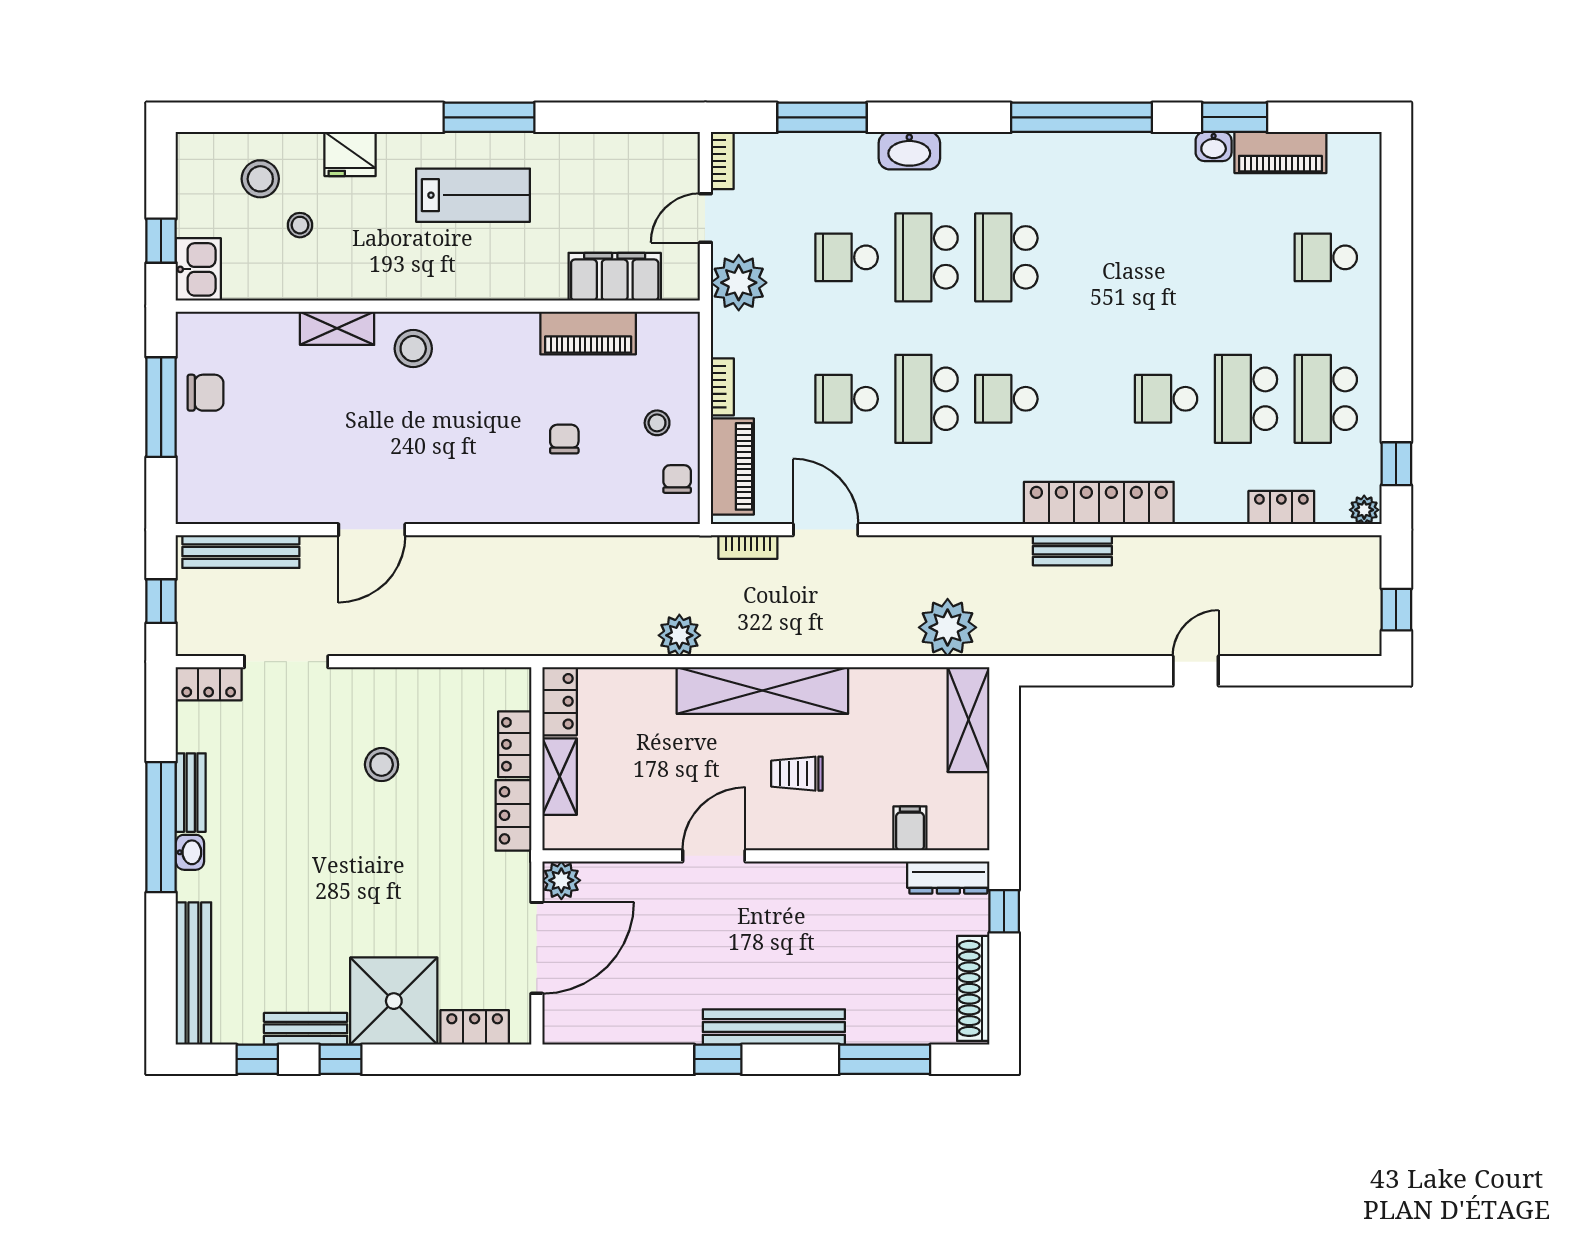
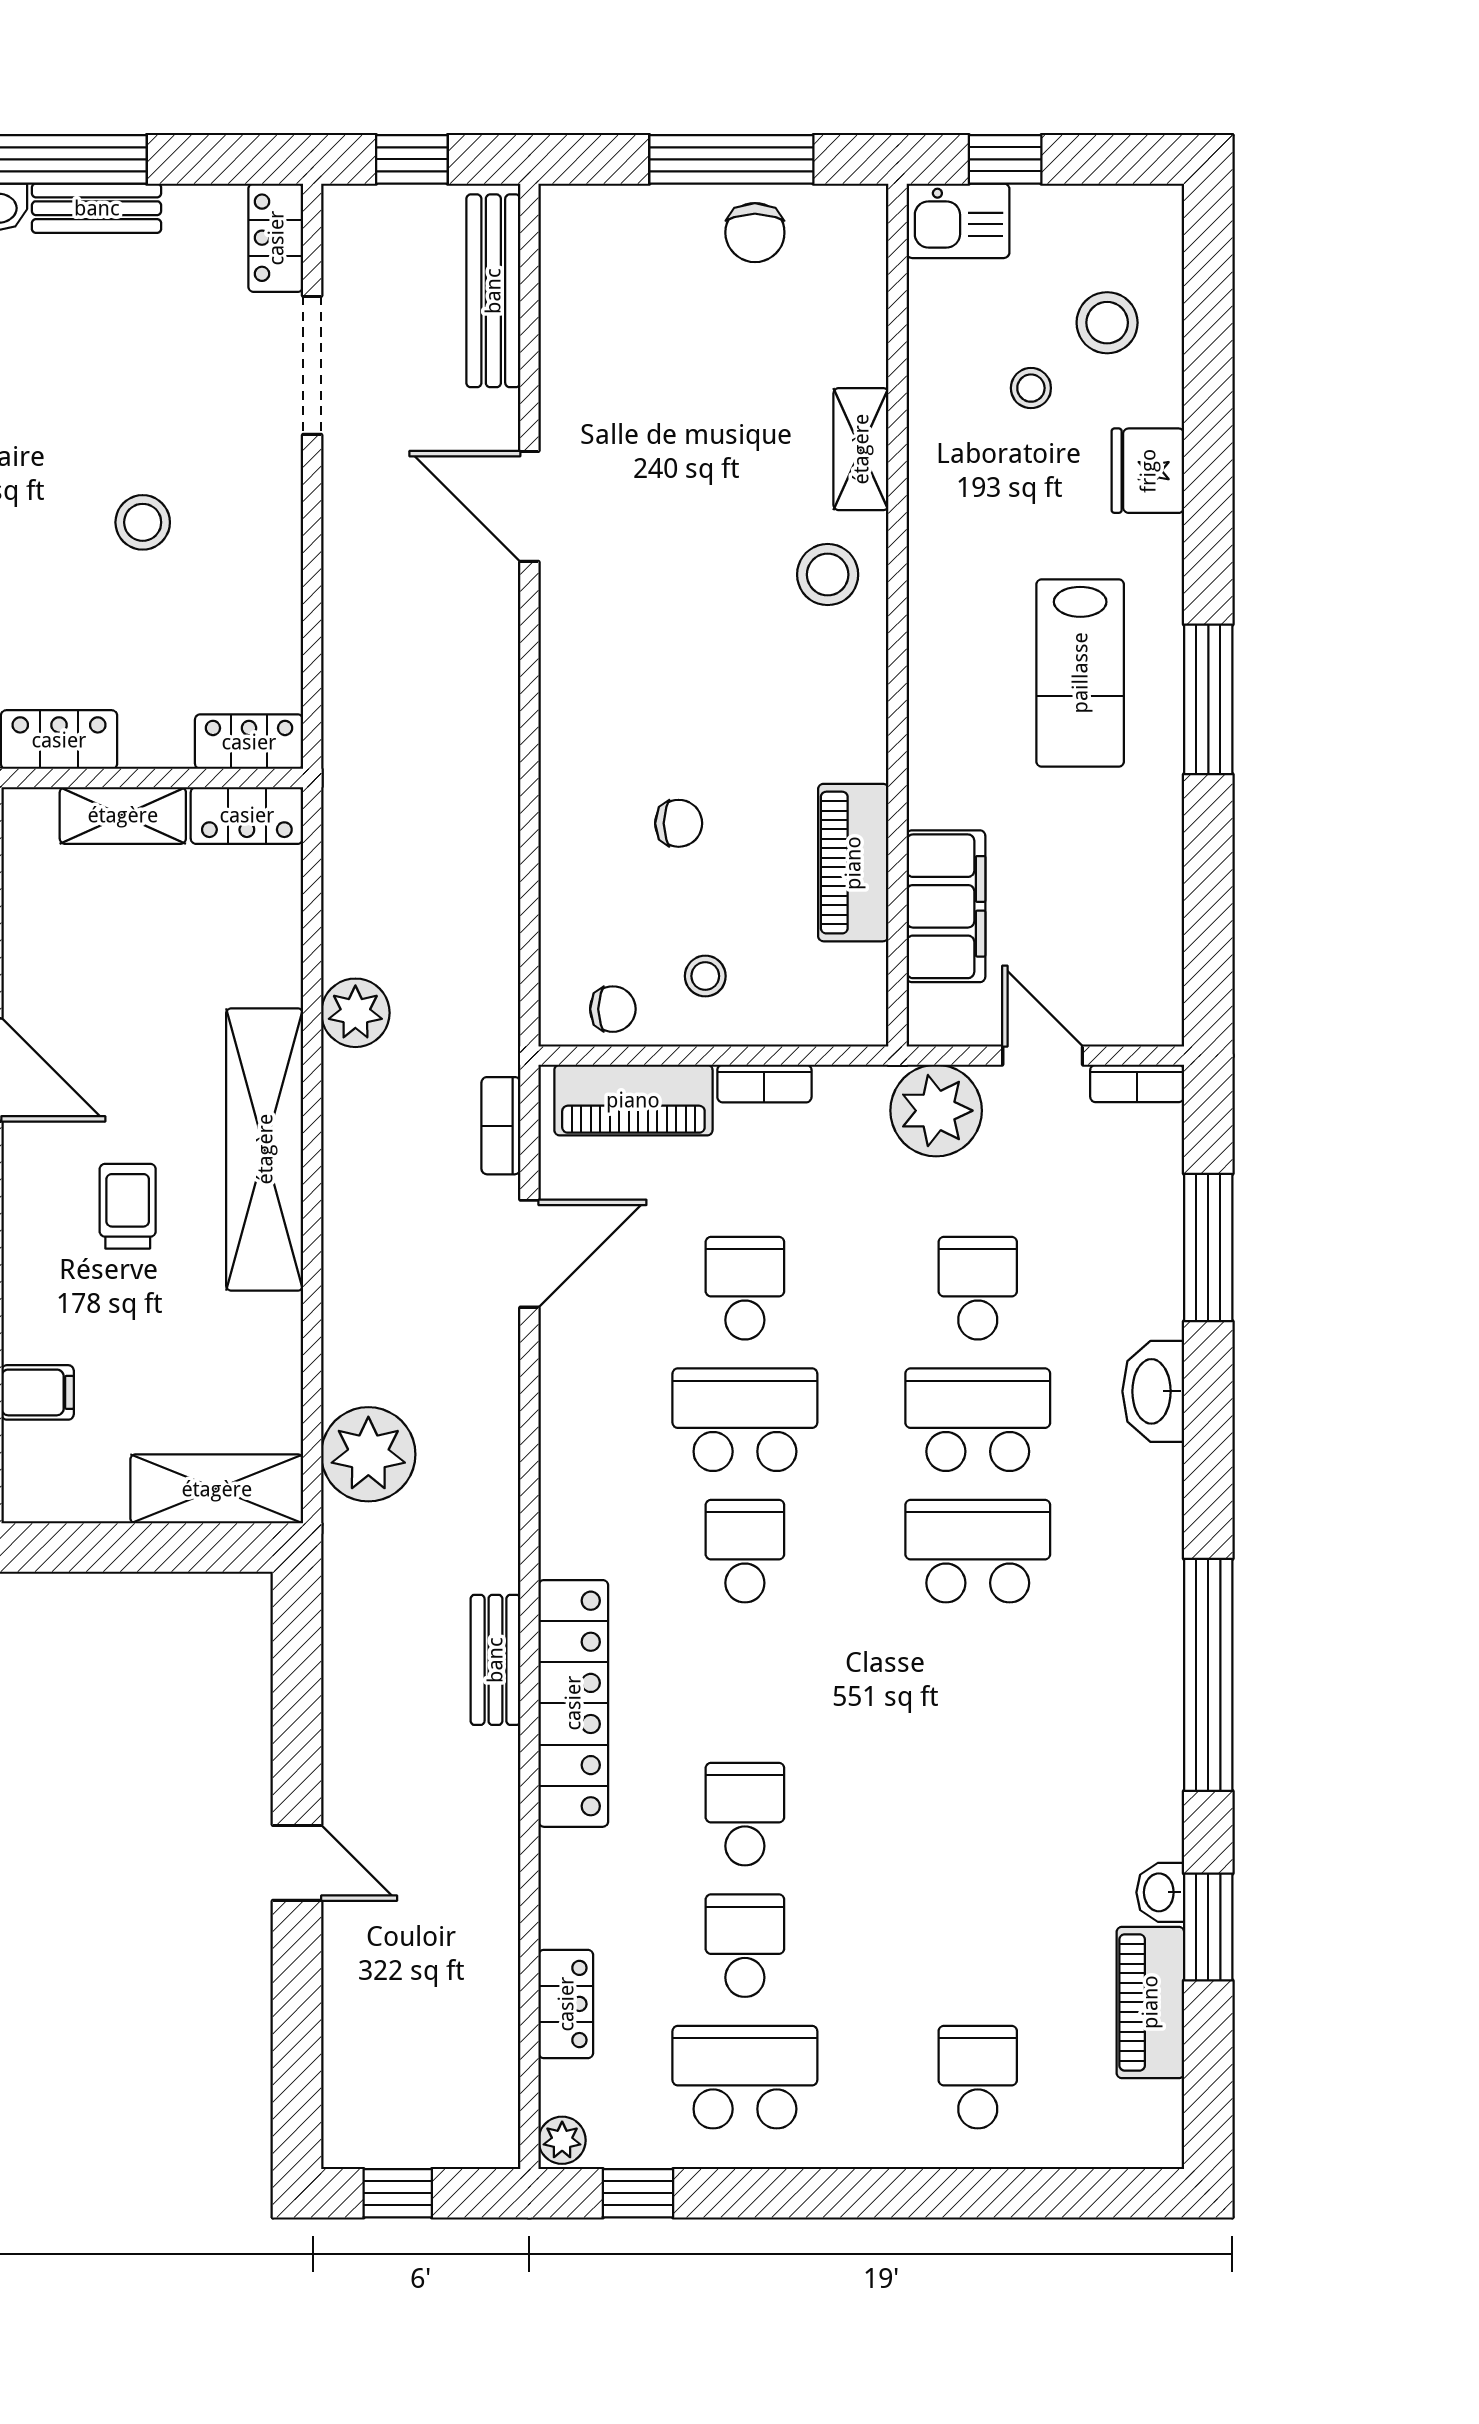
school desk: (1246, 399) -> (745, 1946), width x0.54
locker: (515, 744) -> (249, 742), moved

